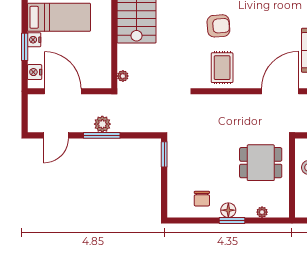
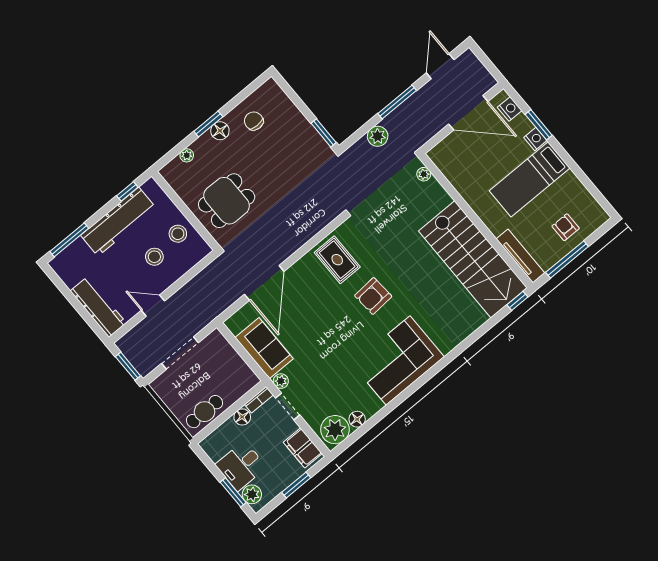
plant: (102, 124) -> (378, 136), moved

